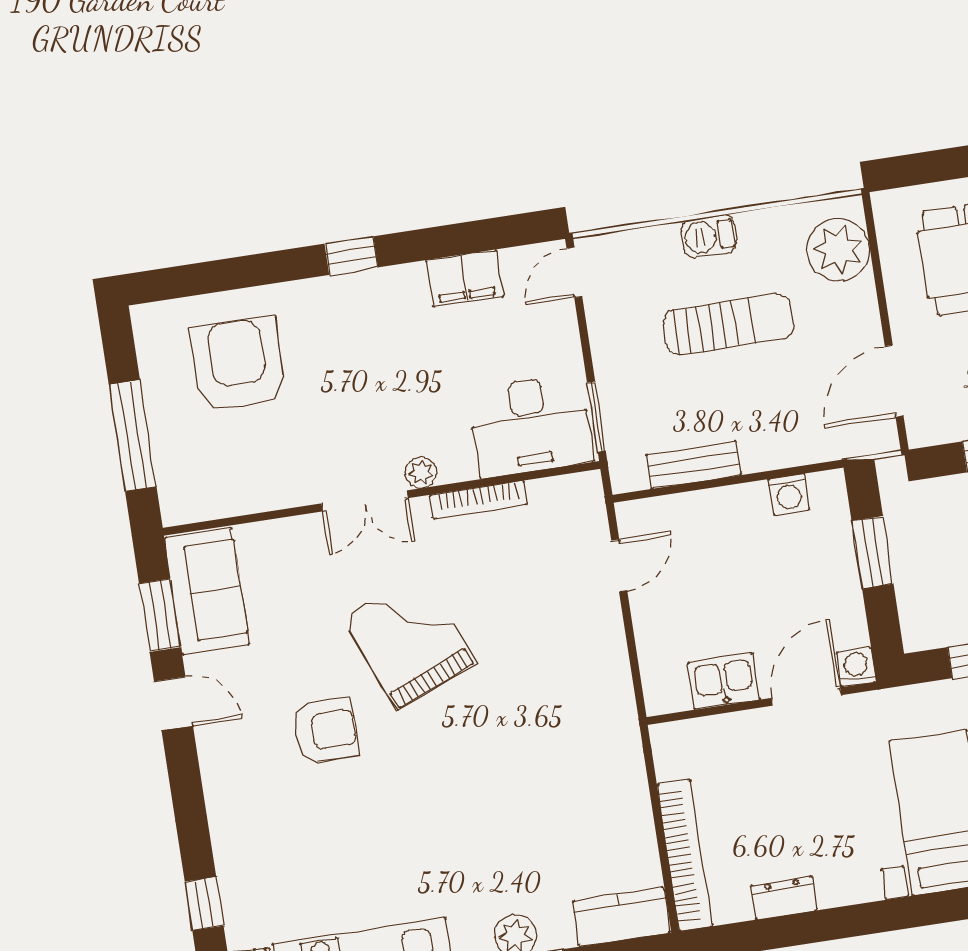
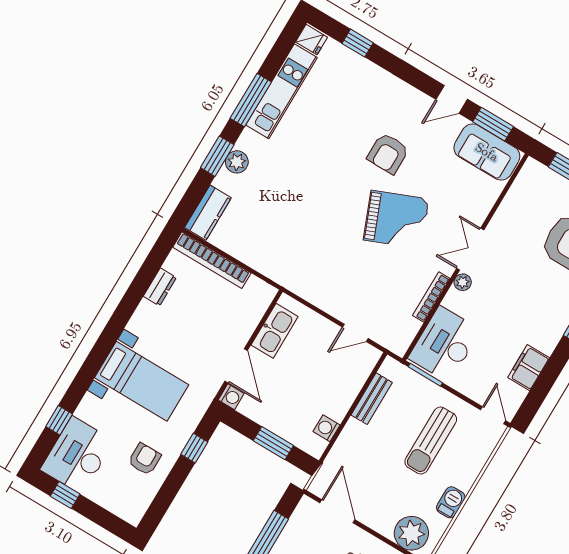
barbecue: (709, 236) -> (451, 502), moved
sun lounger: (729, 324) -> (431, 441), moved
door: (619, 566) -> (355, 333), hinge flipped
kitchen sink: (724, 681) -> (275, 331), width x1.38

